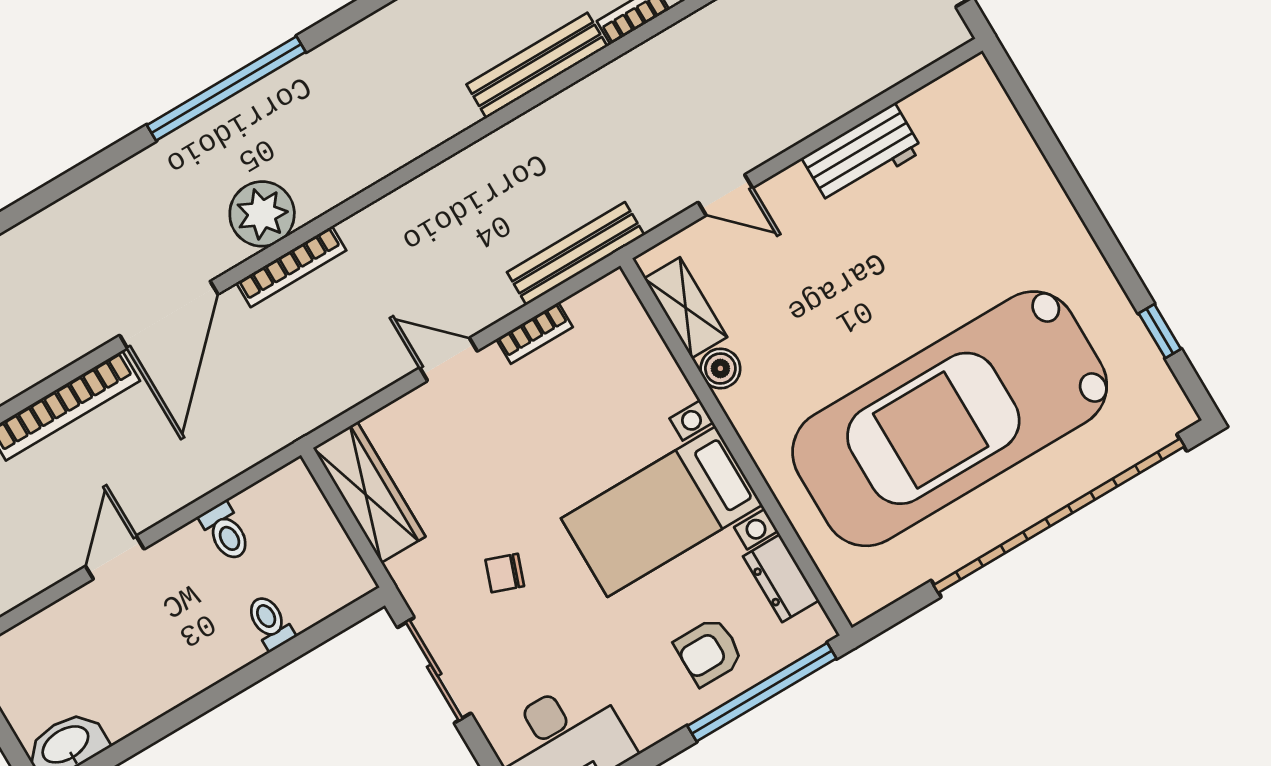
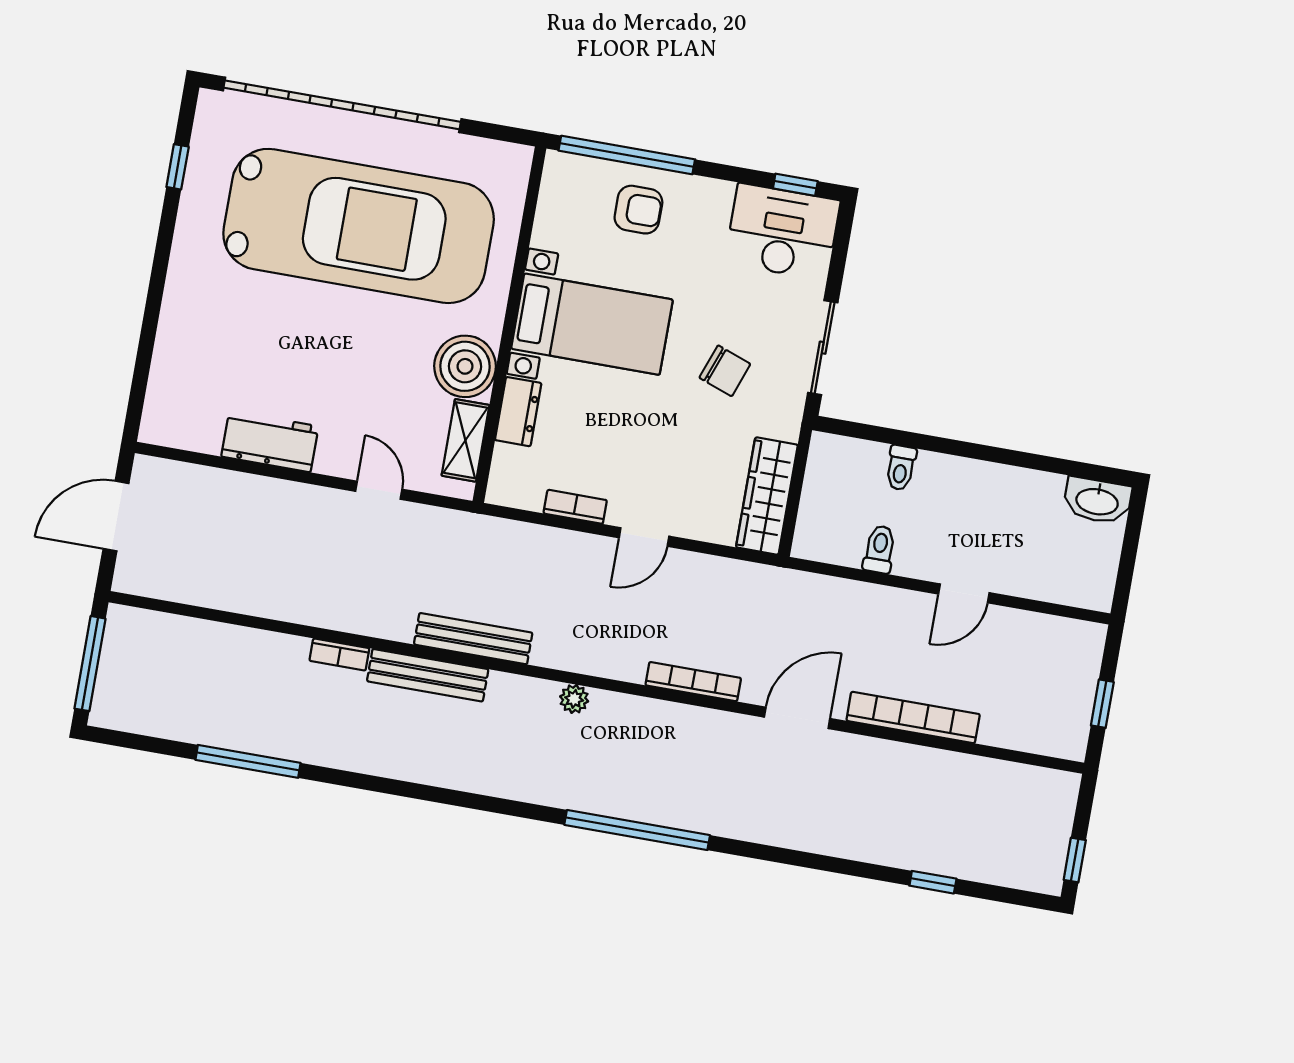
plant: (262, 214) -> (574, 699), moved, width x0.53, depth x0.53
bench: (576, 254) -> (473, 639), moved
door: (169, 315) -> (797, 718), width x0.73
door: (448, 359) -> (644, 537), hinge flipped
boiler: (720, 368) -> (465, 366), width x1.86, depth x1.86
chair: (505, 573) -> (725, 371), width x1.37, depth x1.37
dresser: (781, 578) -> (518, 412), moved

